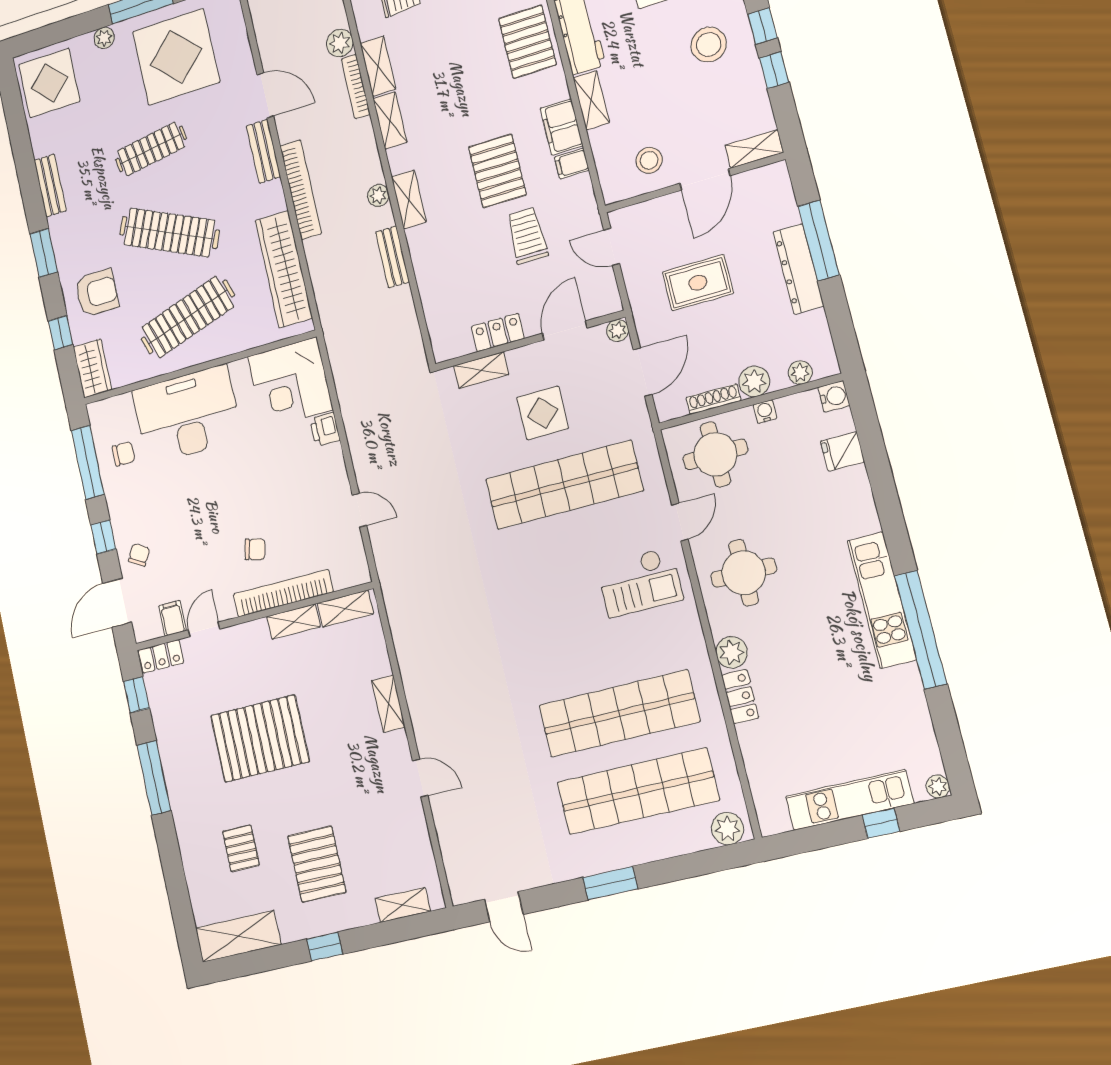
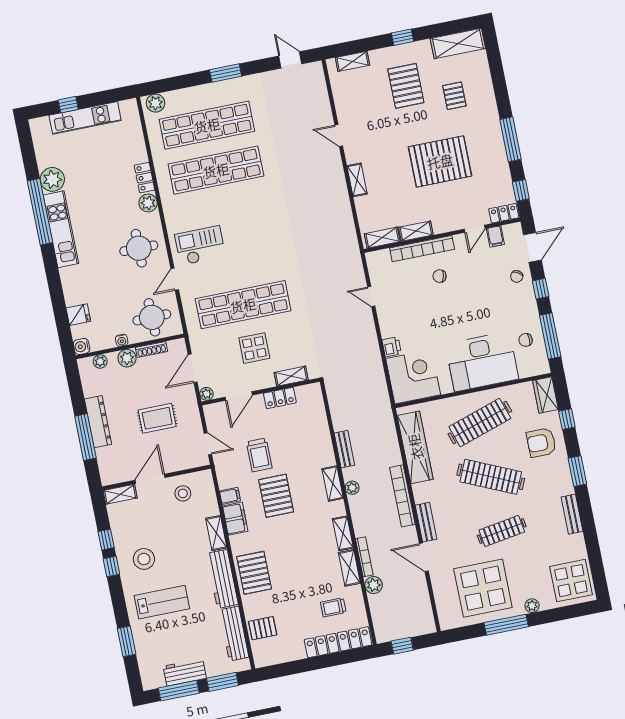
plant: (938, 786) -> (52, 179), moved, width x1.87, depth x1.87

